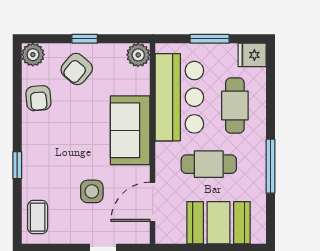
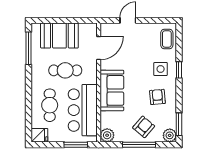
window: (85, 39) -> (139, 145), width x2.17
window: (210, 39) -> (76, 145), moved
window: (17, 73) -> (179, 124), added
armchair: (38, 98) -> (157, 97), moved
window: (270, 166) -> (29, 48), moved
side table: (92, 191) -> (161, 69), moved

